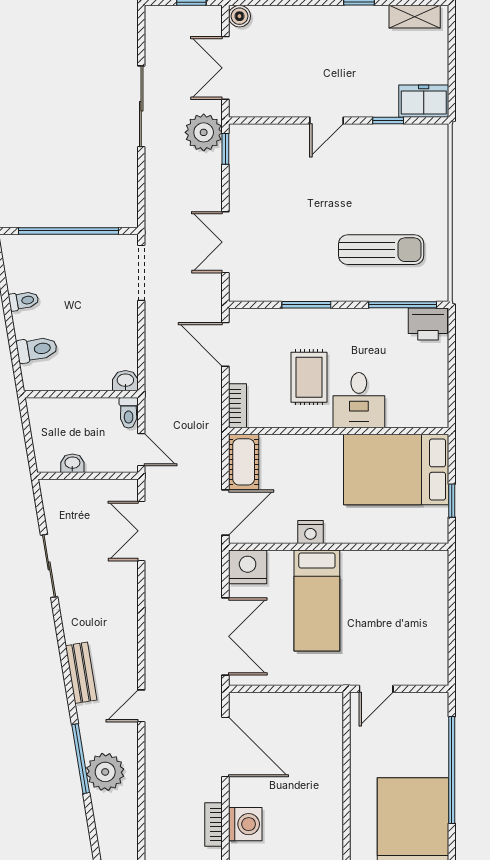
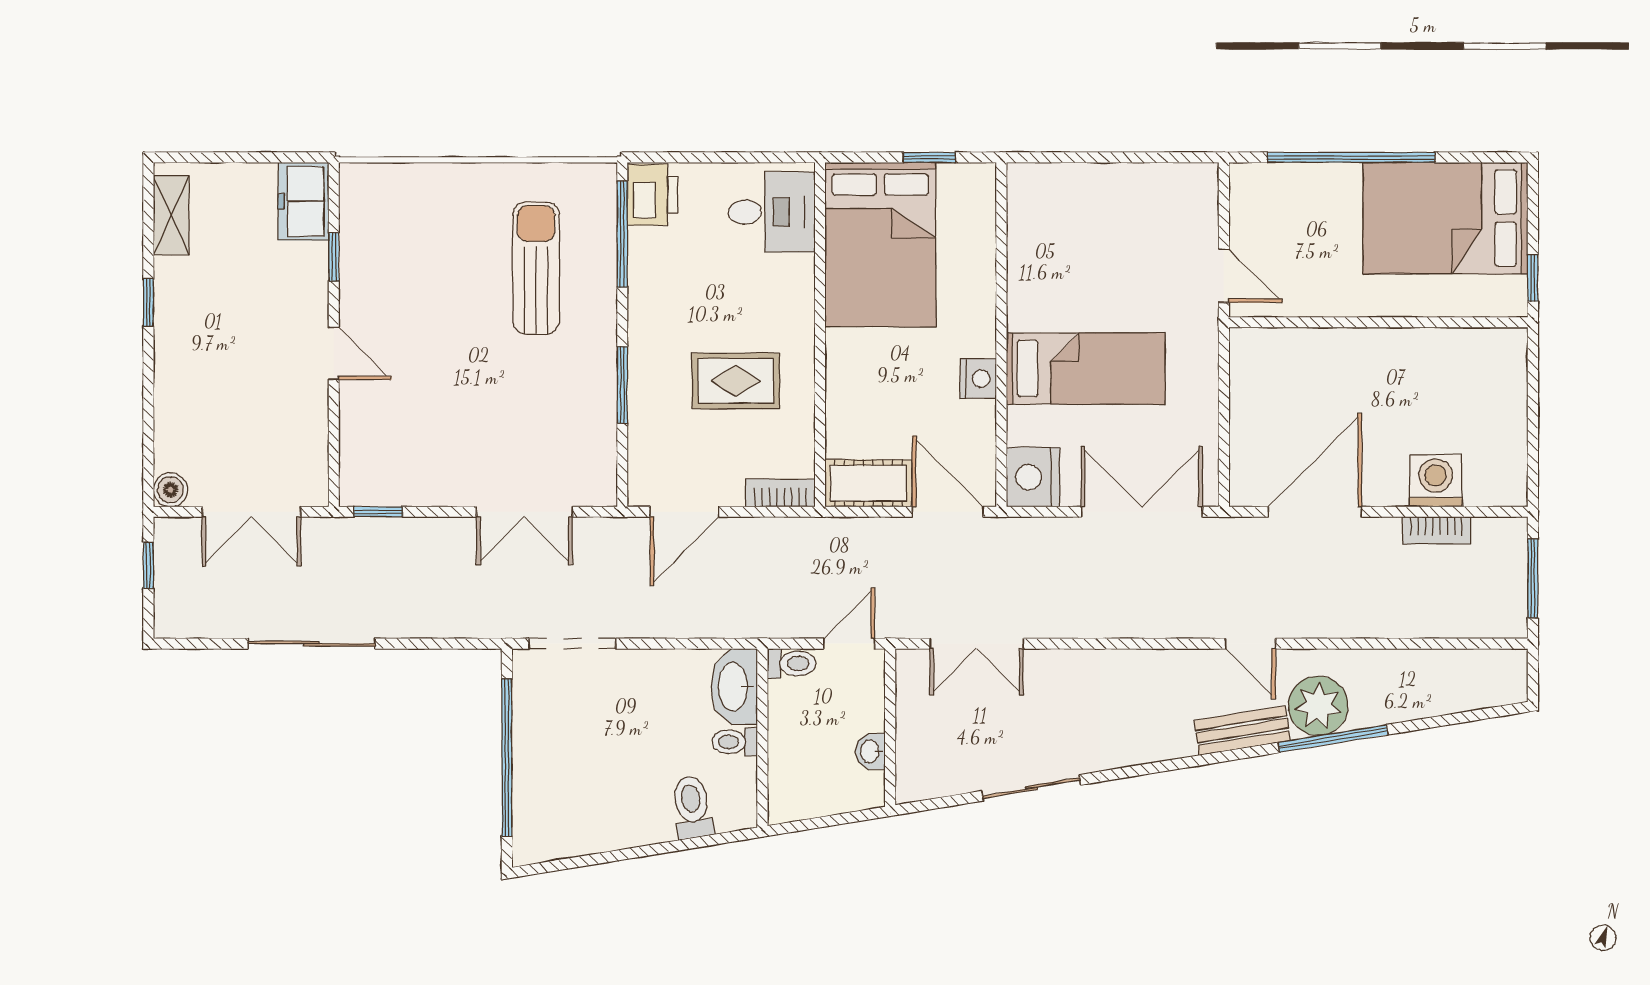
plant: (204, 132) -> (352, 546), removed
toilet: (24, 301) -> (735, 742), moved, turned -81
washbasin: (125, 381) -> (734, 687), width x1.91, depth x1.45
desk: (359, 400) -> (772, 212), moved
bench: (81, 673) -> (1242, 731), moved
plant: (105, 772) -> (1318, 706), moved

